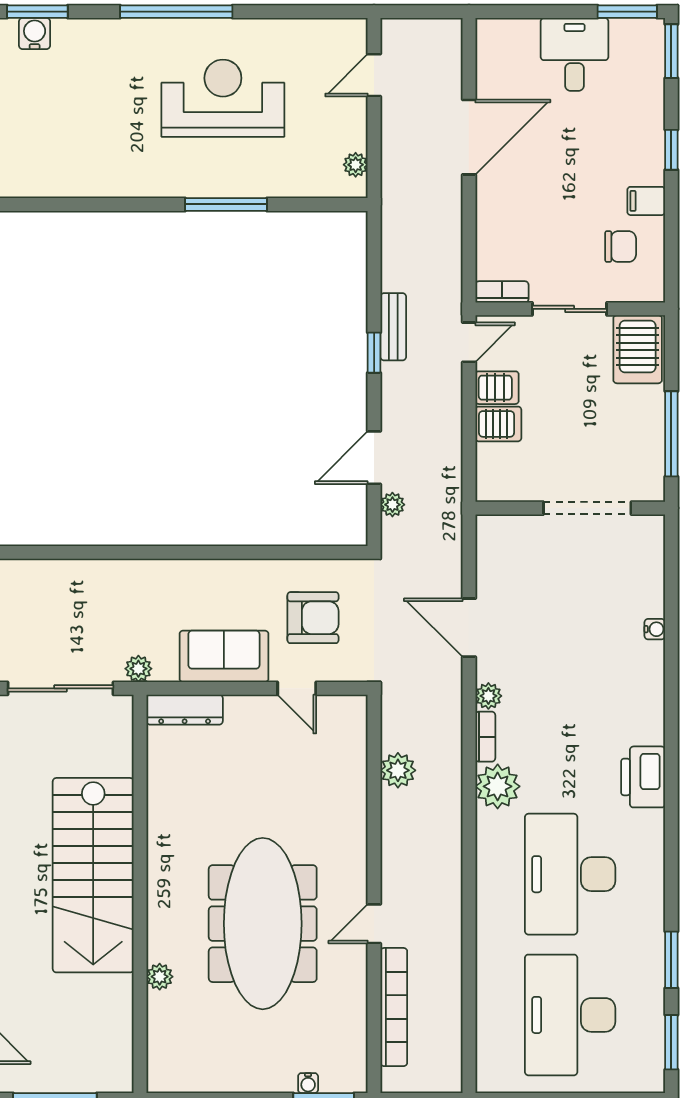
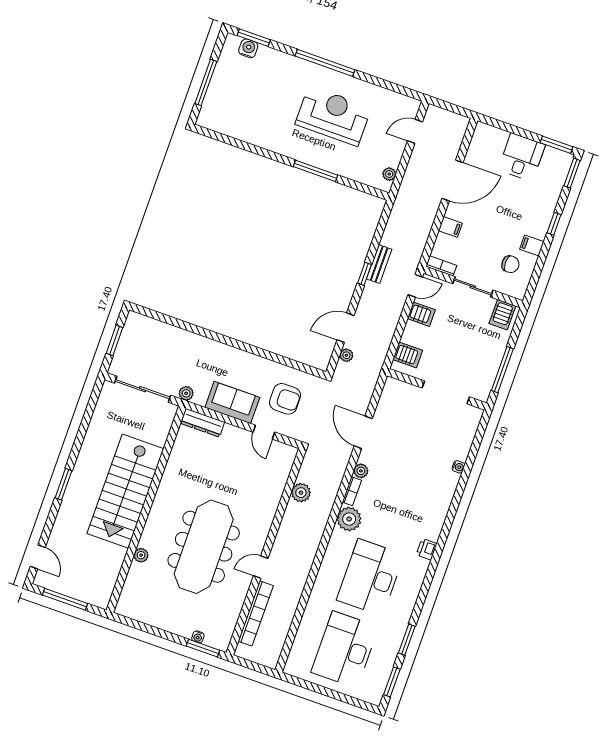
filing cabinet: (494, 219) -> (450, 227), added
server rack: (638, 349) -> (502, 315), width x0.73, depth x0.70
server rack: (498, 424) -> (408, 355), moved
printer: (643, 777) -> (427, 549), width x0.53, depth x0.68

